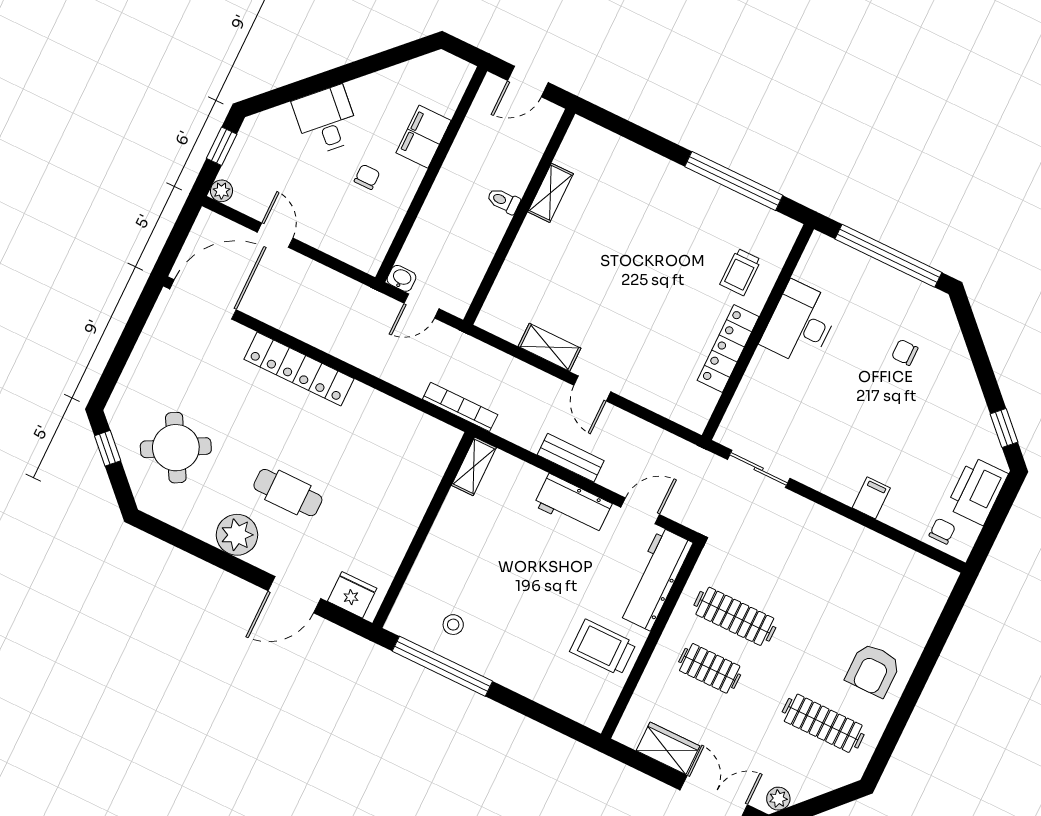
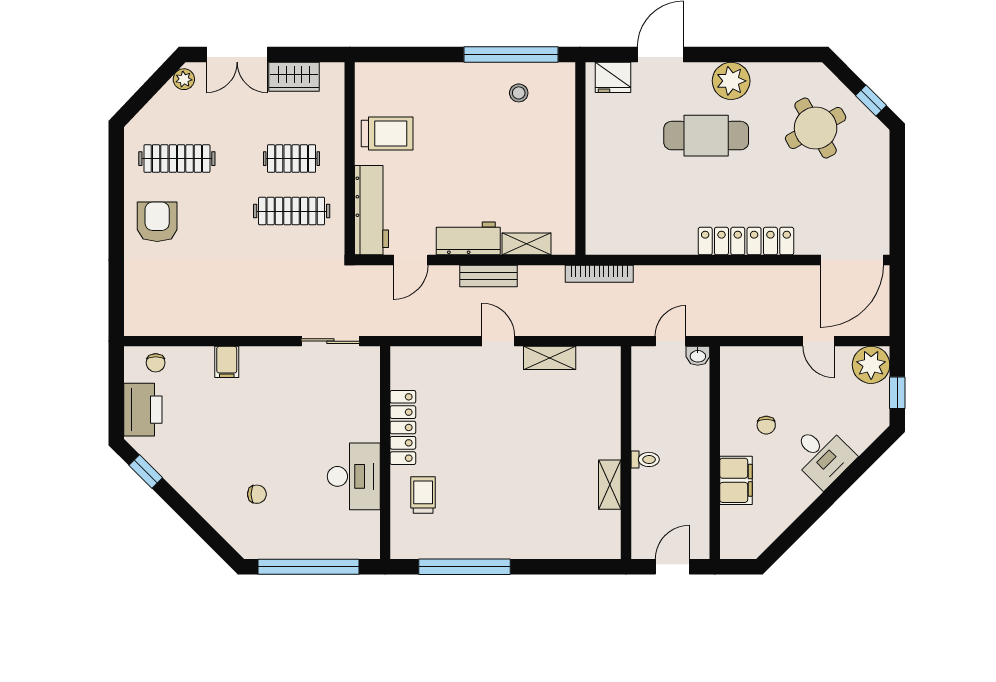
plant: (221, 191) -> (871, 365), width x1.88, depth x1.88
shelving: (474, 466) -> (527, 244), moved, turned 90
cafe table: (288, 493) -> (706, 136), width x1.37, depth x1.35

